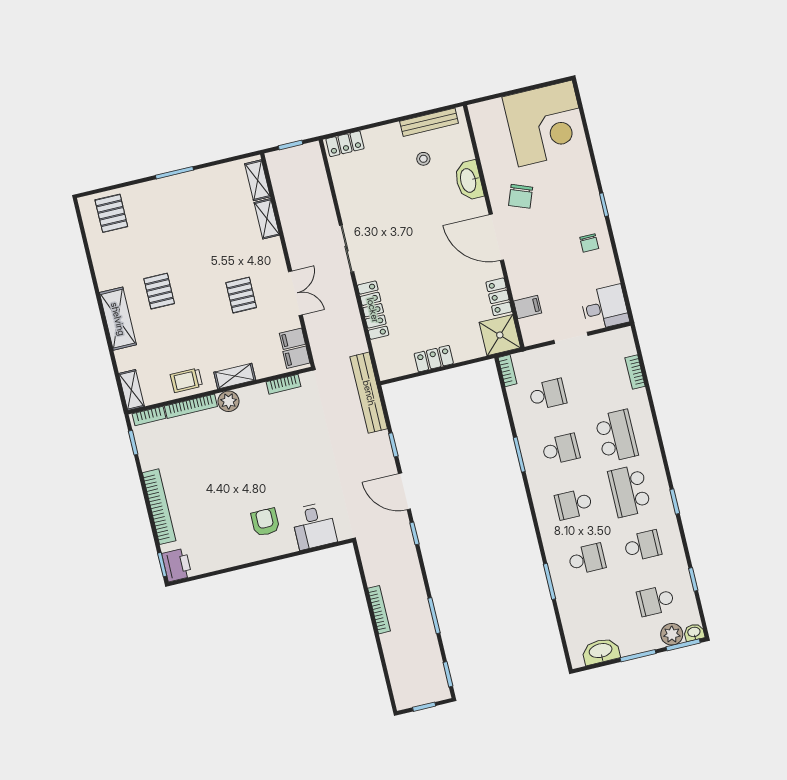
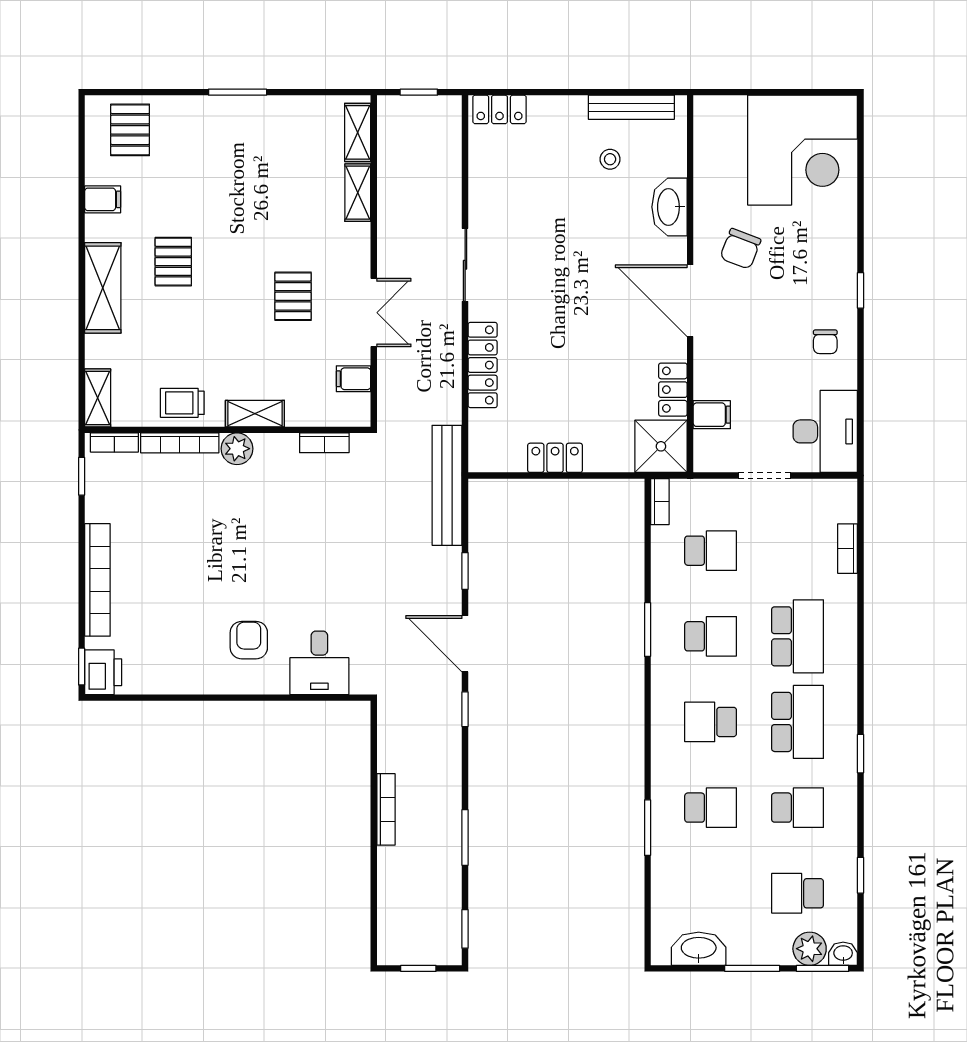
desk: (605, 308) -> (825, 431), width x1.37
filing cabinet: (296, 357) -> (103, 199), moved, turned 180
school desk: (629, 491) -> (798, 722), turned 180

